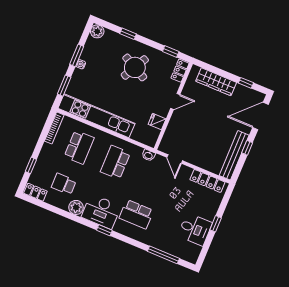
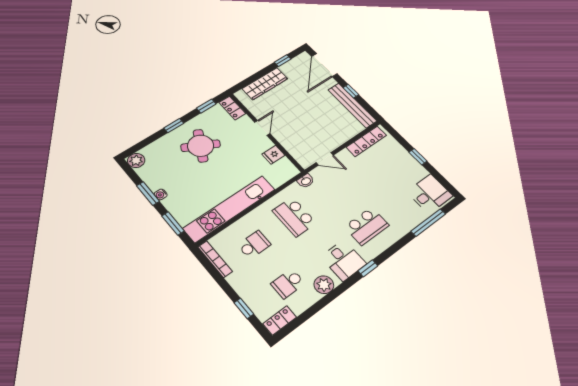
window: (128, 34) -> (174, 126), moved
school desk: (79, 147) -> (254, 245), width x0.54
desk: (101, 211) -> (344, 260), width x0.73
desk: (195, 229) -> (430, 194), moved

